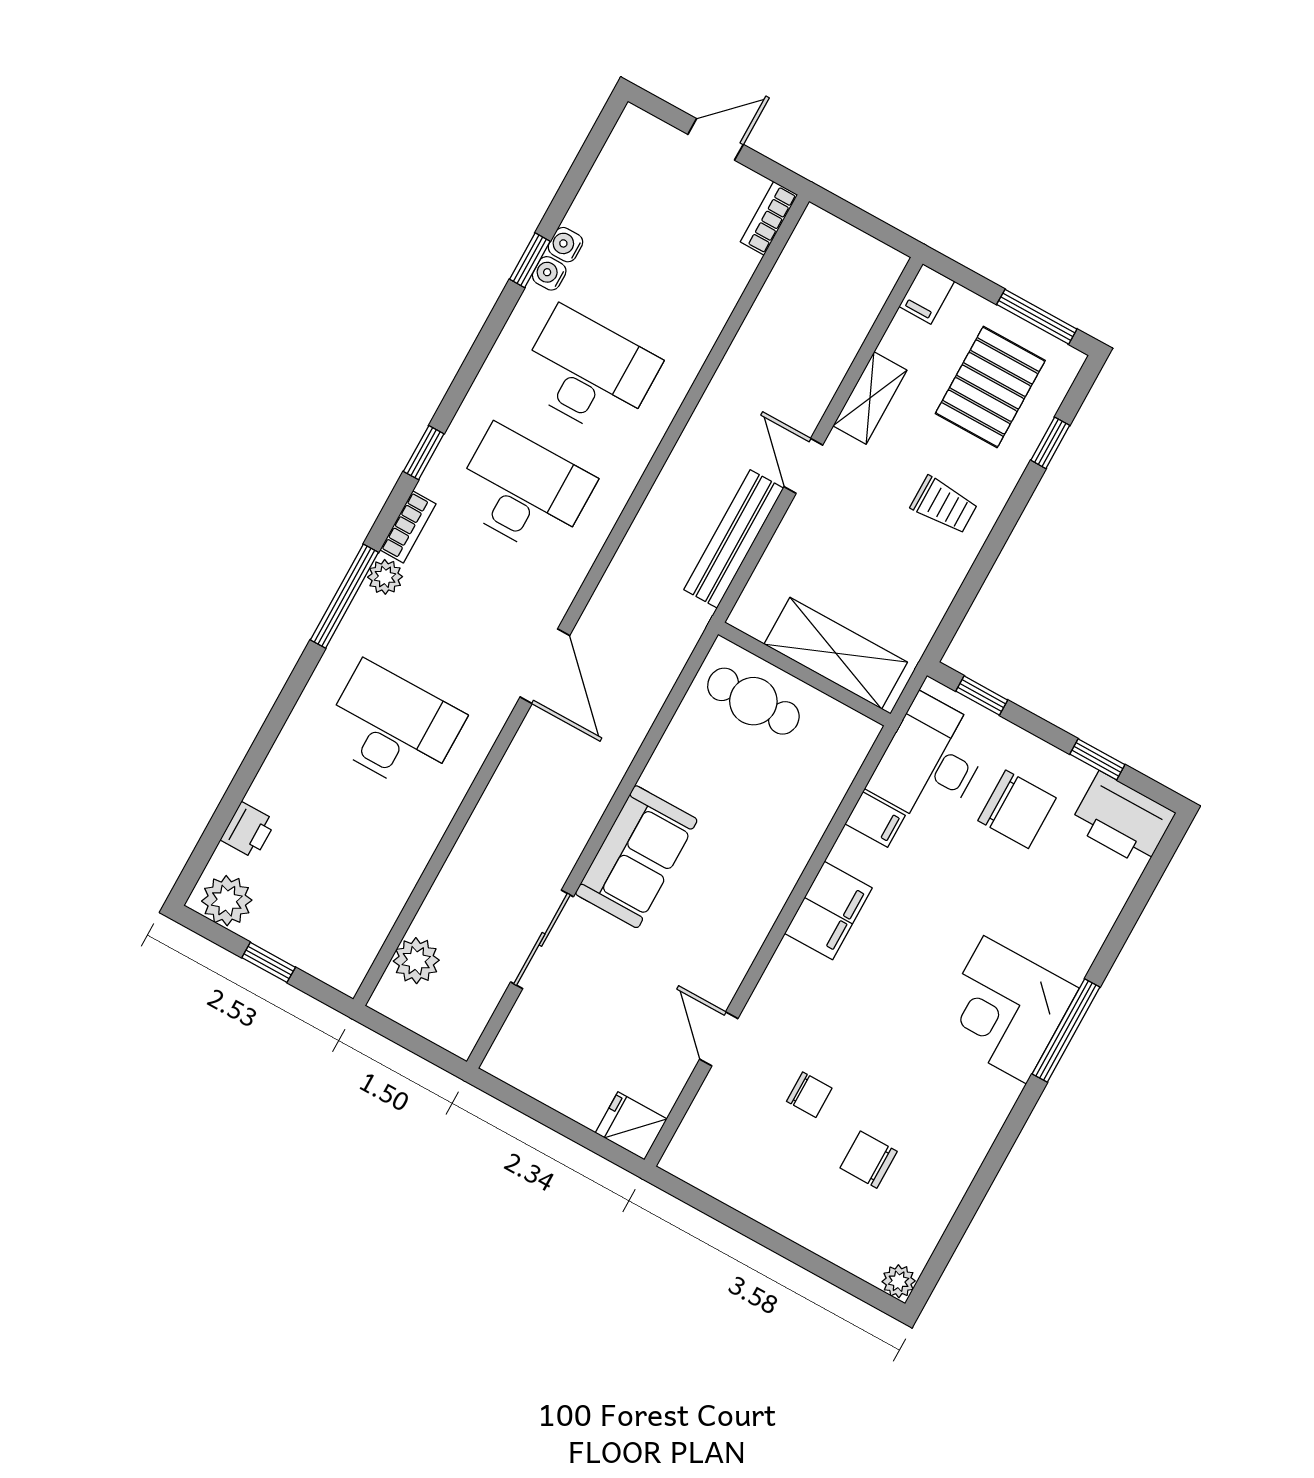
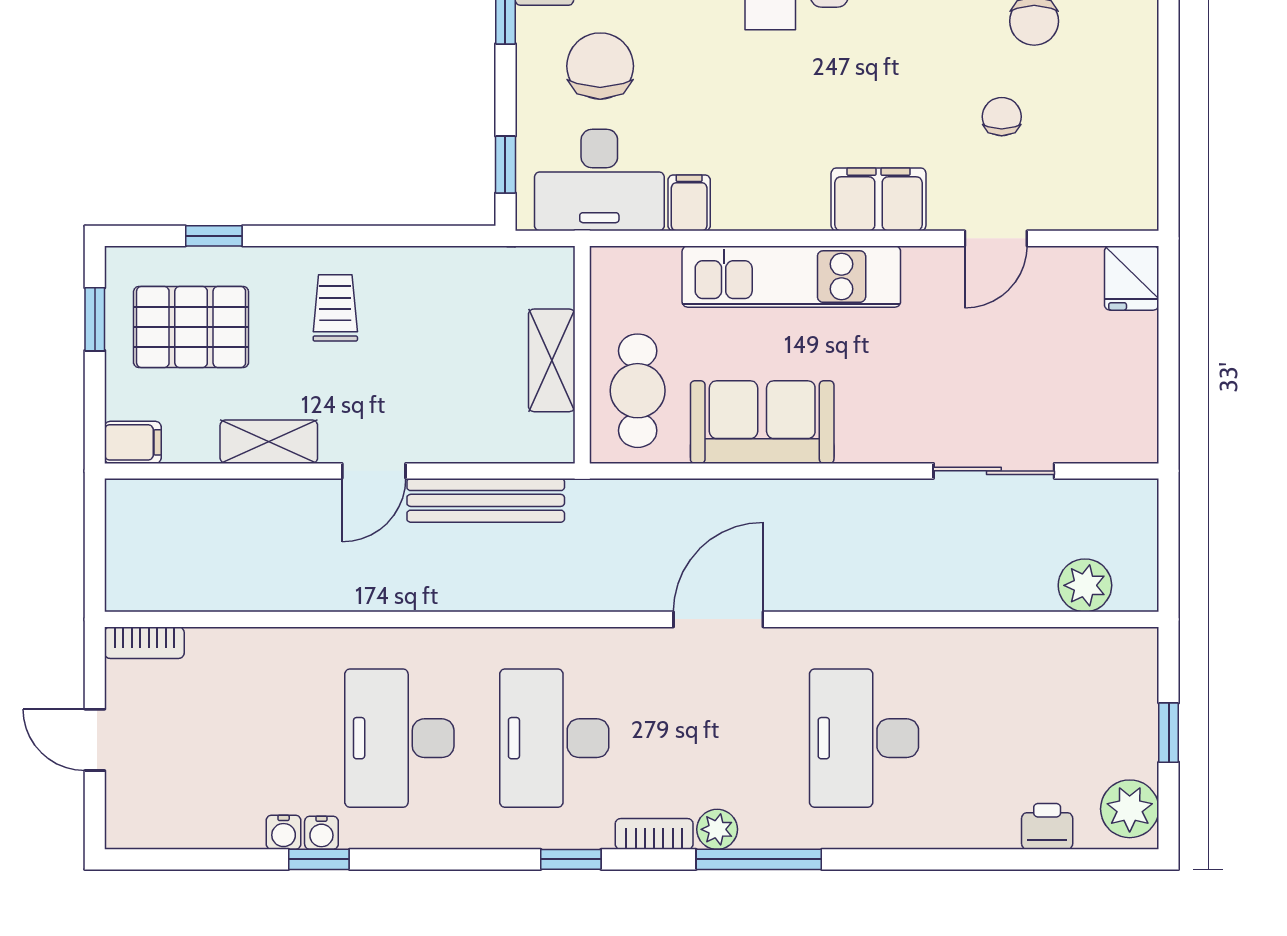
window: (1037, 317) -> (95, 319), width x0.67
shelving: (836, 653) -> (552, 360), width x0.67, depth x0.75
sofa: (636, 857) -> (762, 422), moved
kitchen unit: (776, 867) -> (791, 277), added
filing cabinet: (828, 911) -> (879, 199), moved

